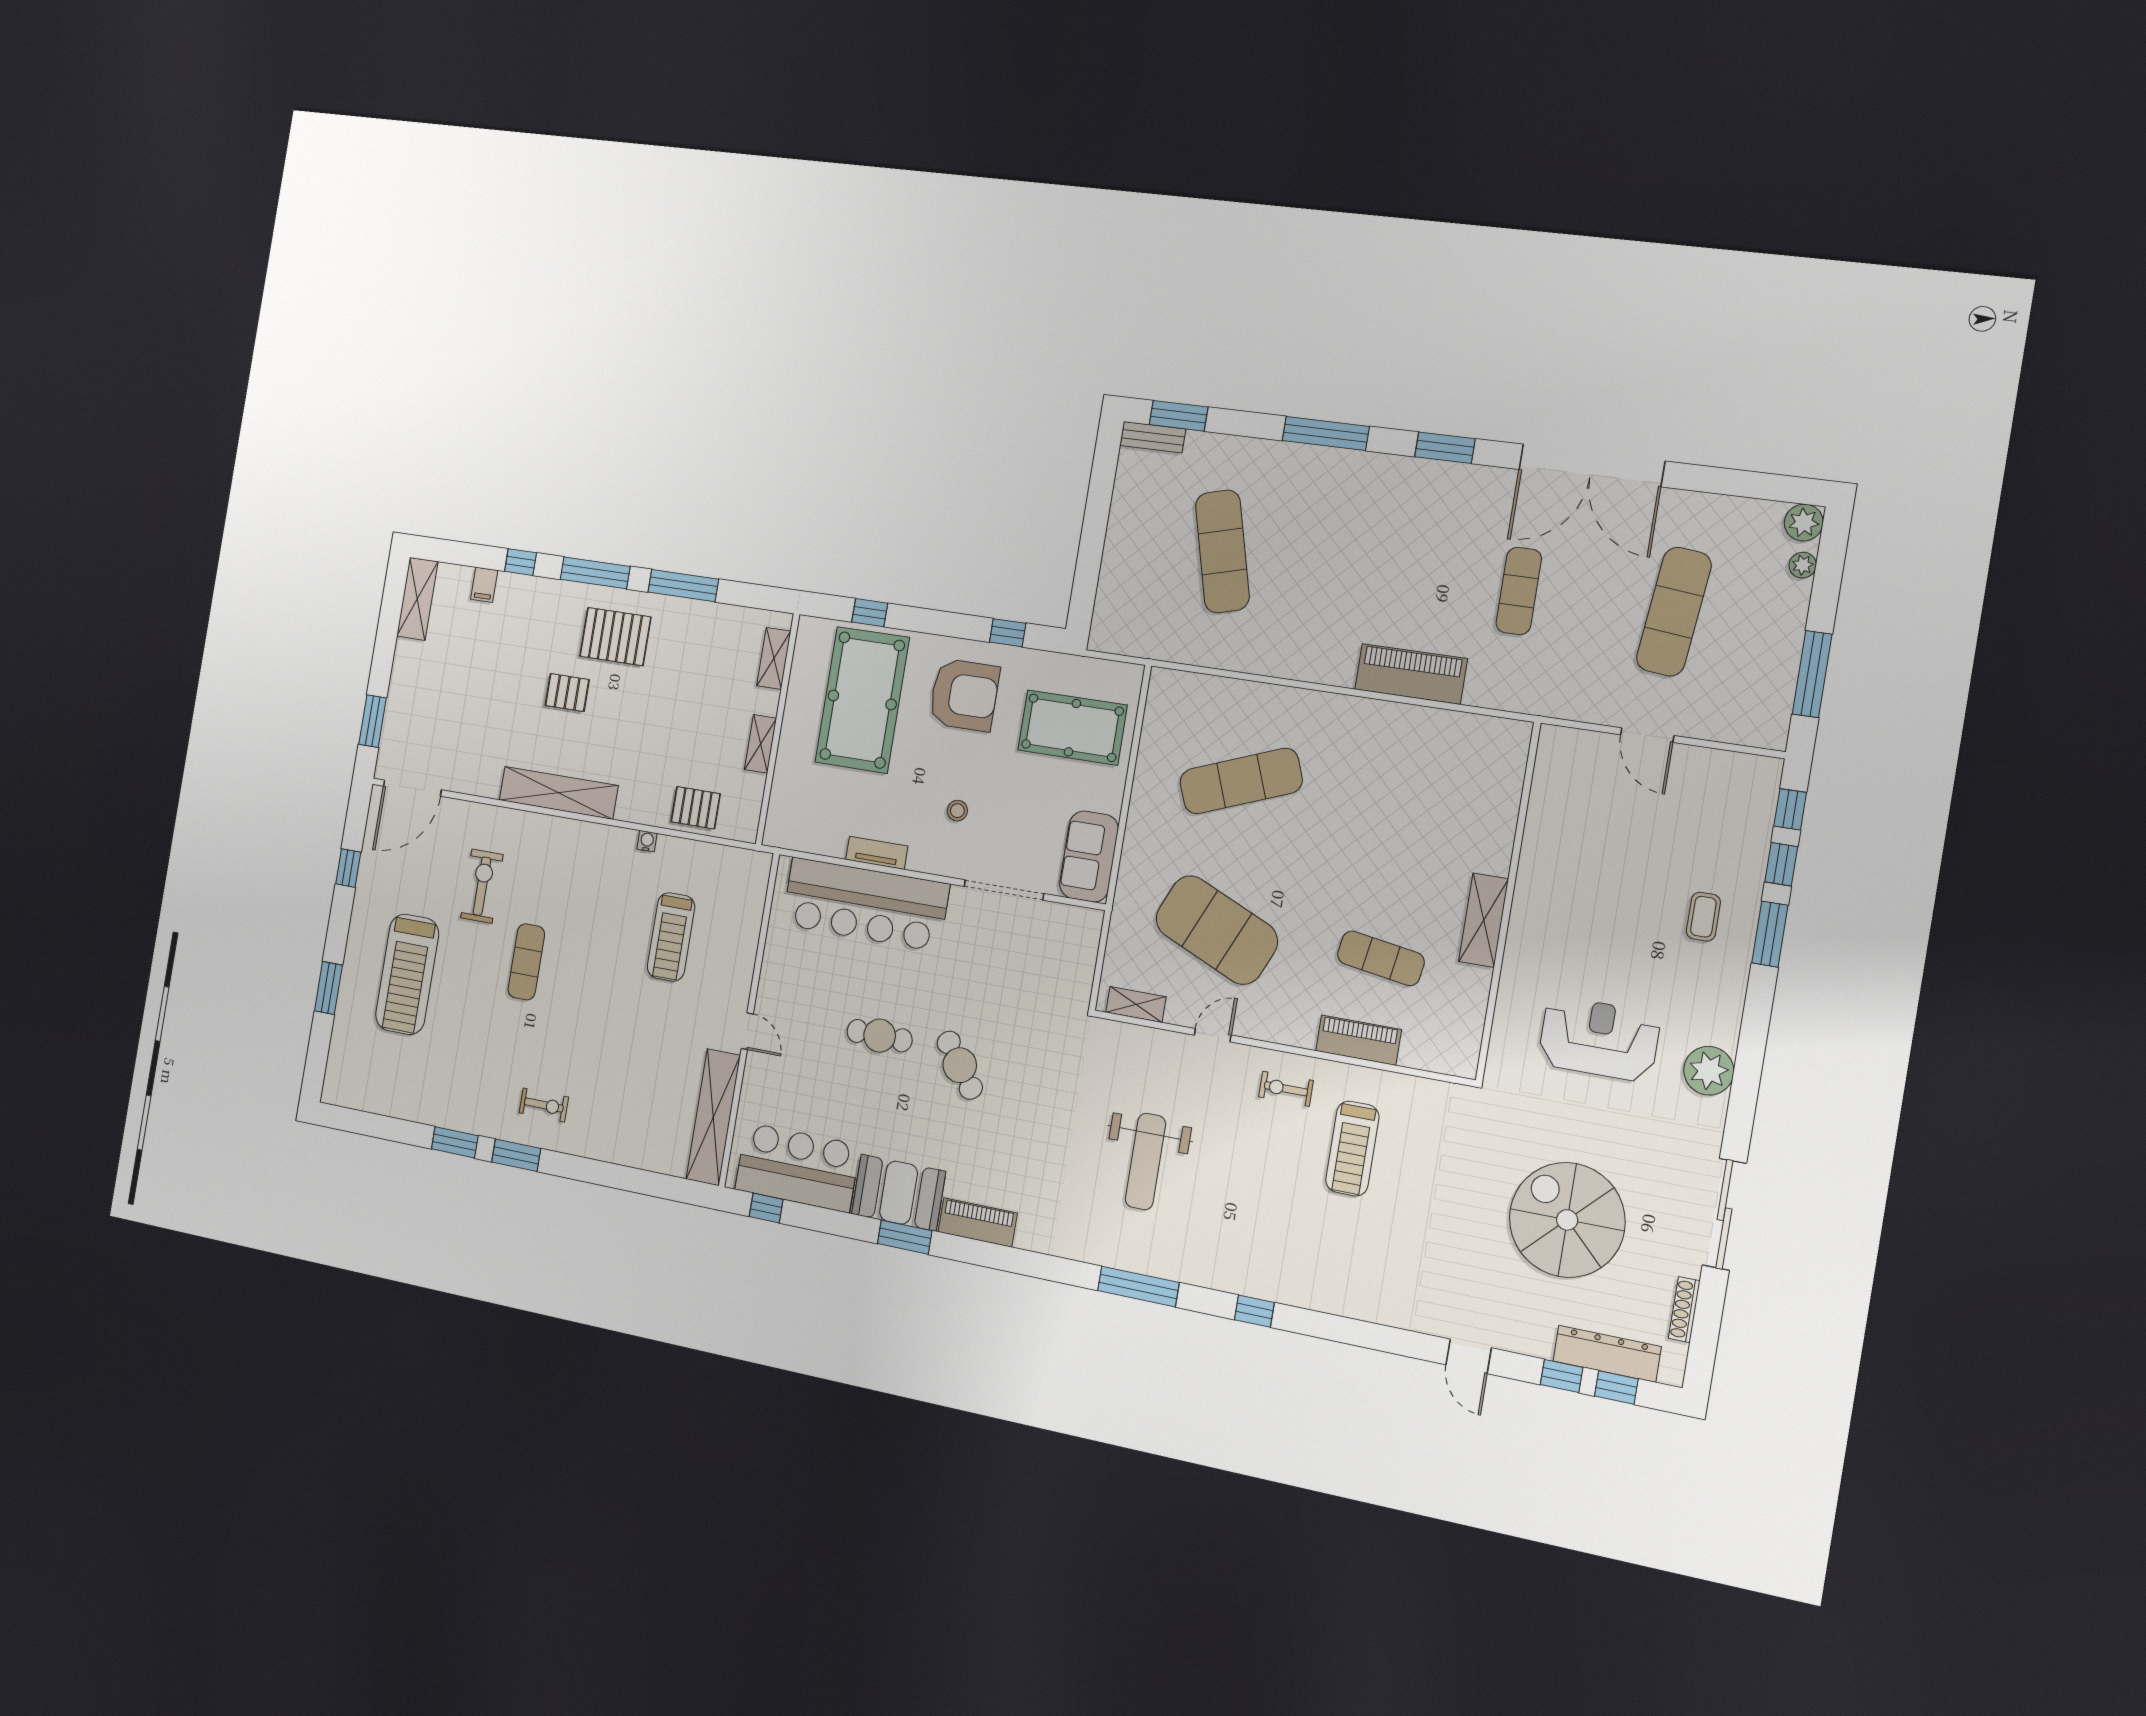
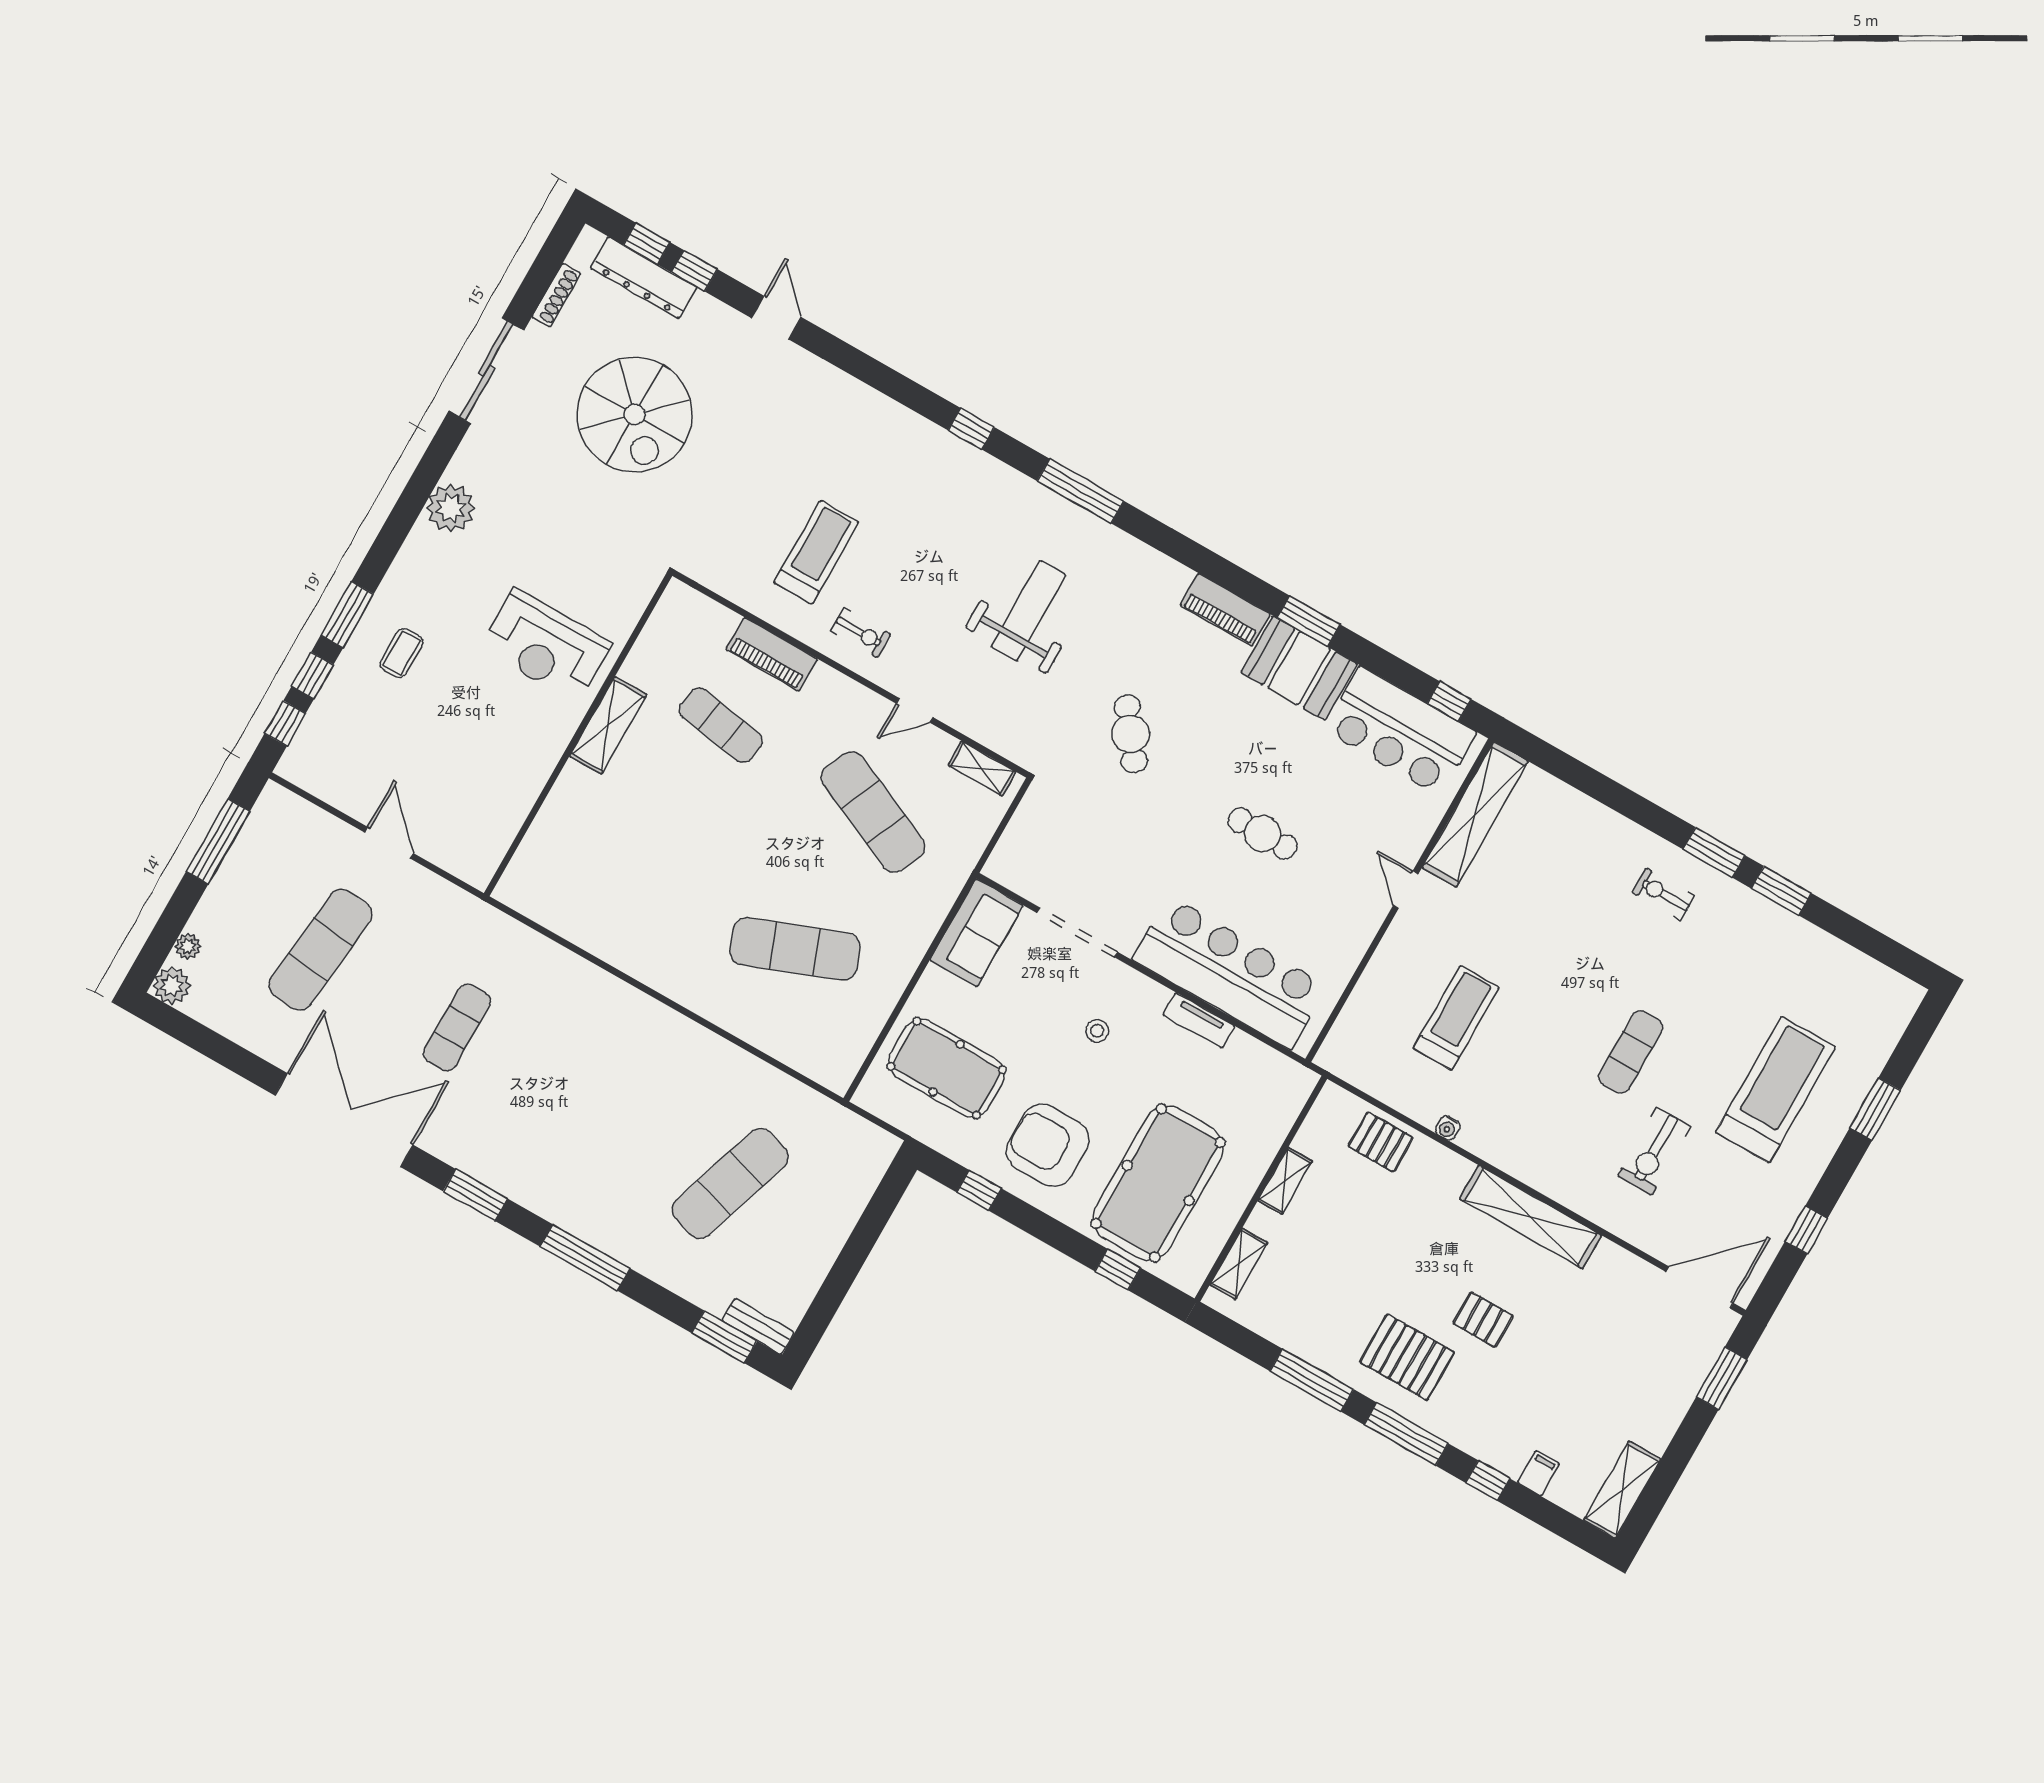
exercise mat: (1222, 551) -> (730, 1183), turned 33
piano: (1411, 674) -> (590, 989), removed
exercise mat: (1217, 930) -> (873, 812), width x0.68
reception desk: (1599, 1039) -> (546, 646), moved
cafe table: (960, 1065) -> (1131, 734), moved

